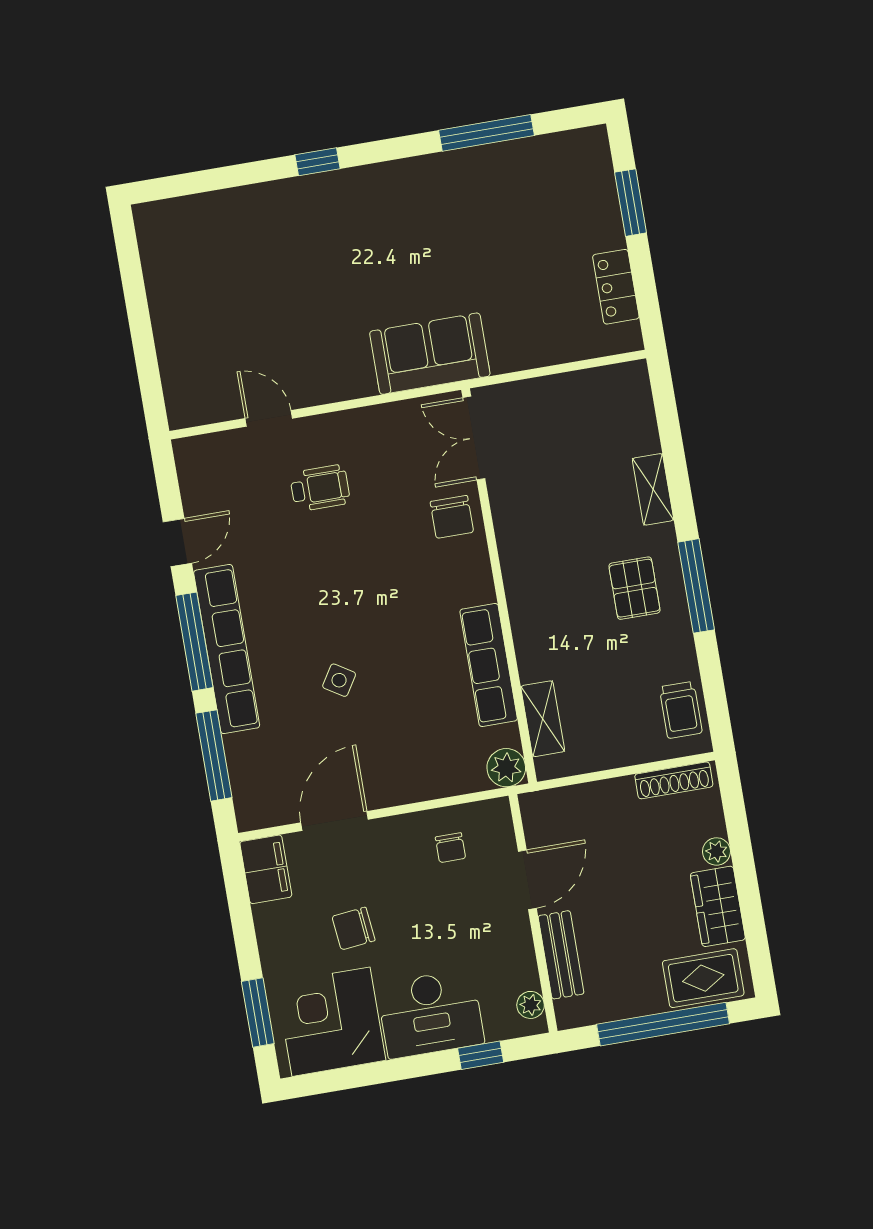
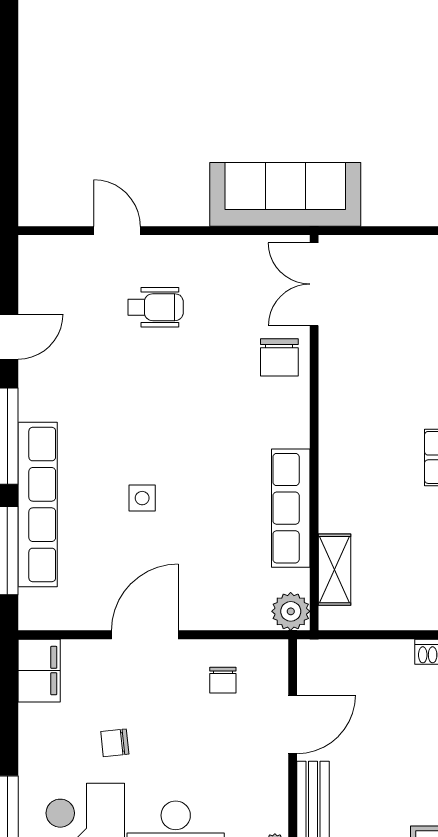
sofa: (430, 354) -> (285, 194), width x1.36
row of seats: (227, 649) -> (38, 505), moved
side table: (339, 680) -> (142, 498), turned -32
door: (335, 821) -> (145, 635), moved
chair: (354, 928) -> (115, 743), width x0.73, depth x0.73

